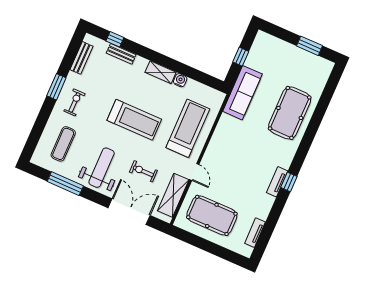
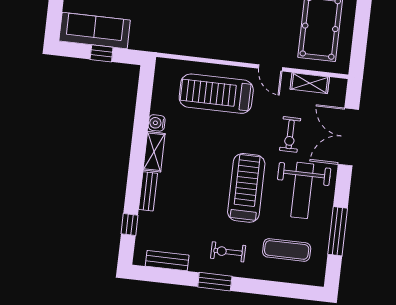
bench: (121, 54) -> (148, 191), moved
sofa: (242, 93) -> (95, 31), moved
treadmill: (134, 120) -> (246, 188), moved
weight bench: (102, 168) -> (302, 190), turned -90
door: (194, 172) -> (271, 68), swing flipped
shelving: (173, 195) -> (310, 83), width x0.67, depth x0.75

